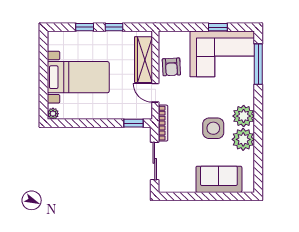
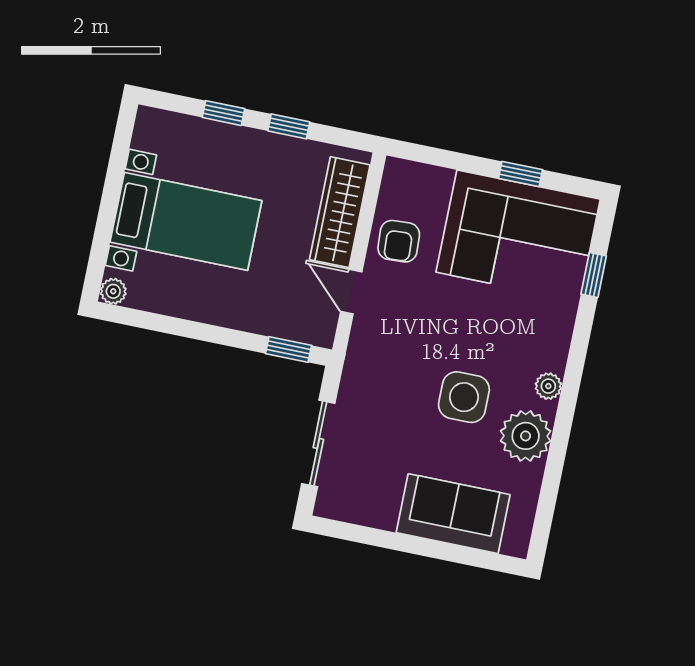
window: (258, 64) -> (594, 275), width x0.46
plant: (244, 116) -> (548, 386), width x0.53, depth x0.53
bookcase: (163, 123) -> (354, 363), removed

